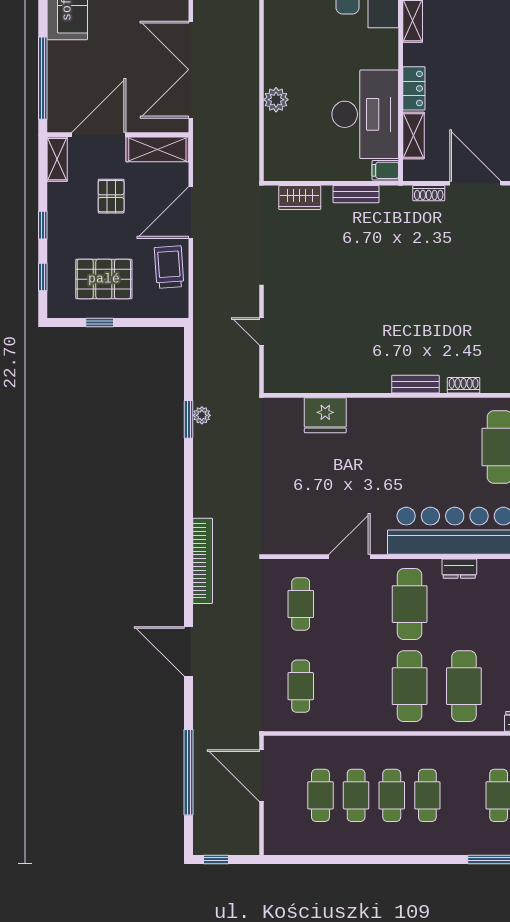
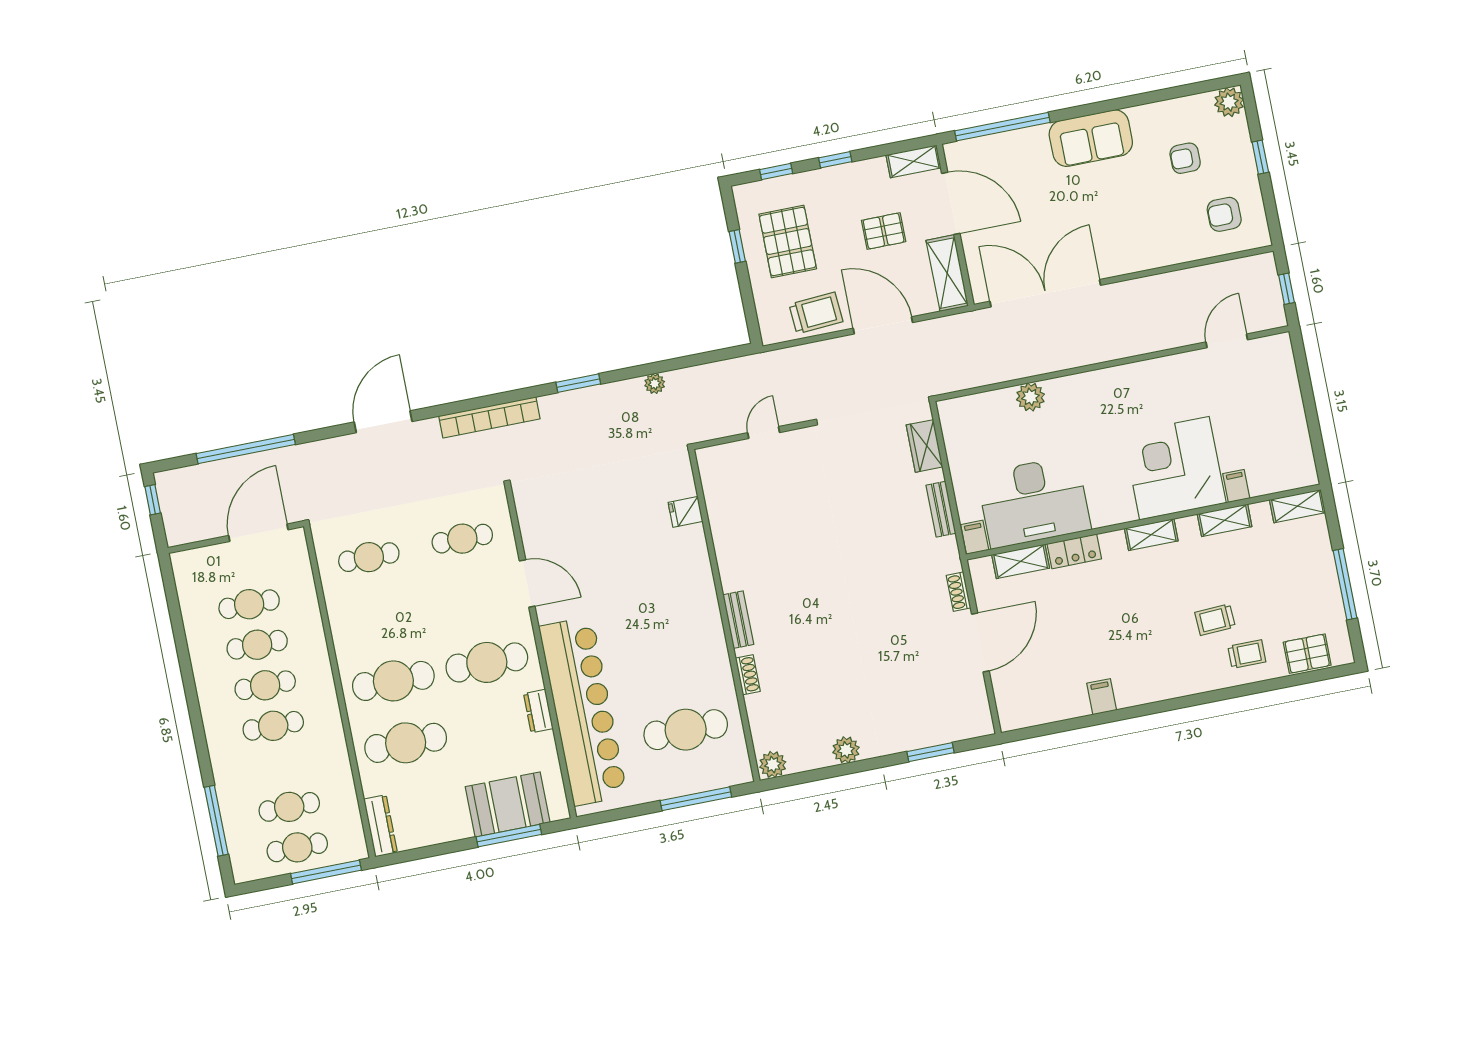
fridge: (325, 415) -> (685, 512), width x0.53, depth x0.75
window: (189, 419) -> (578, 383), moved

